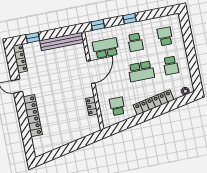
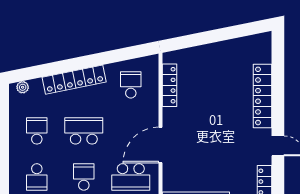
locker: (92, 106) -> (170, 85), width x1.53
school desk: (117, 106) -> (131, 85), turned 180

